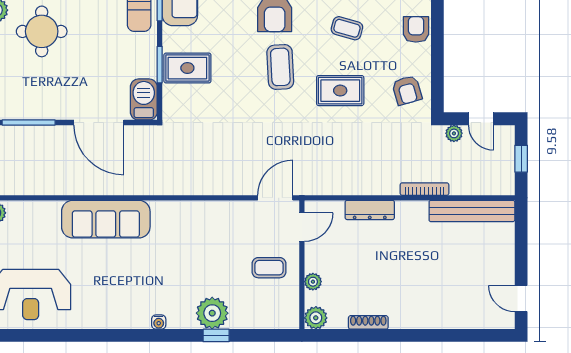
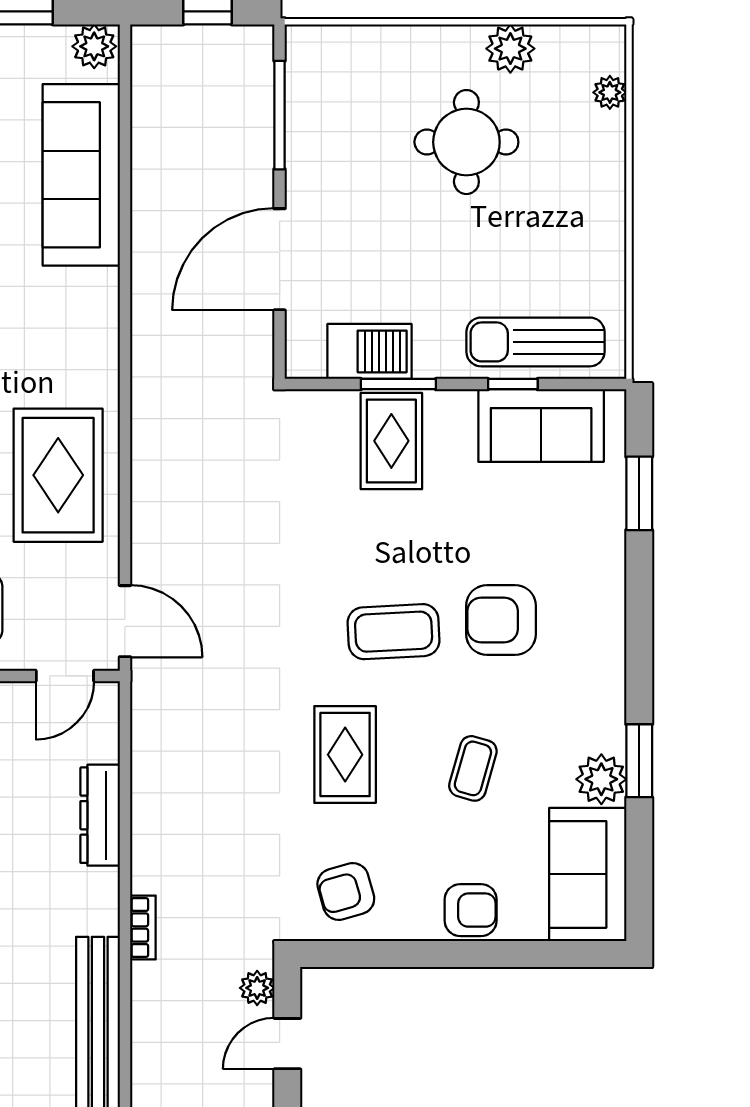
barbecue: (144, 99) -> (369, 351), moved
bookcase: (424, 189) -> (143, 927), width x0.64
sofa: (106, 219) -> (81, 175), moved
door: (302, 227) -> (65, 676), hinge flipped
rug: (204, 230) -> (58, 475), added

